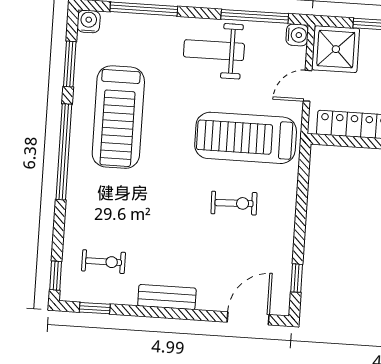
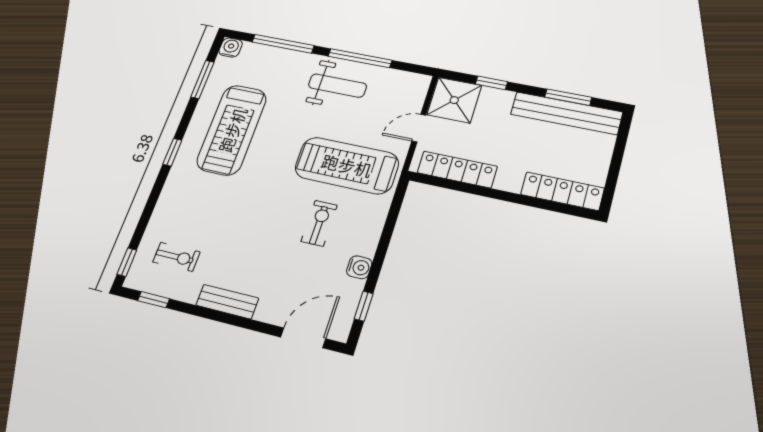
window: (255, 16) -> (360, 58), moved
water cooler: (297, 35) -> (359, 267), moved
weight bench: (214, 50) -> (337, 86), turned 180
window: (64, 152) -> (172, 152), width x0.32
exercise bike: (234, 203) -> (319, 223), turned -88

